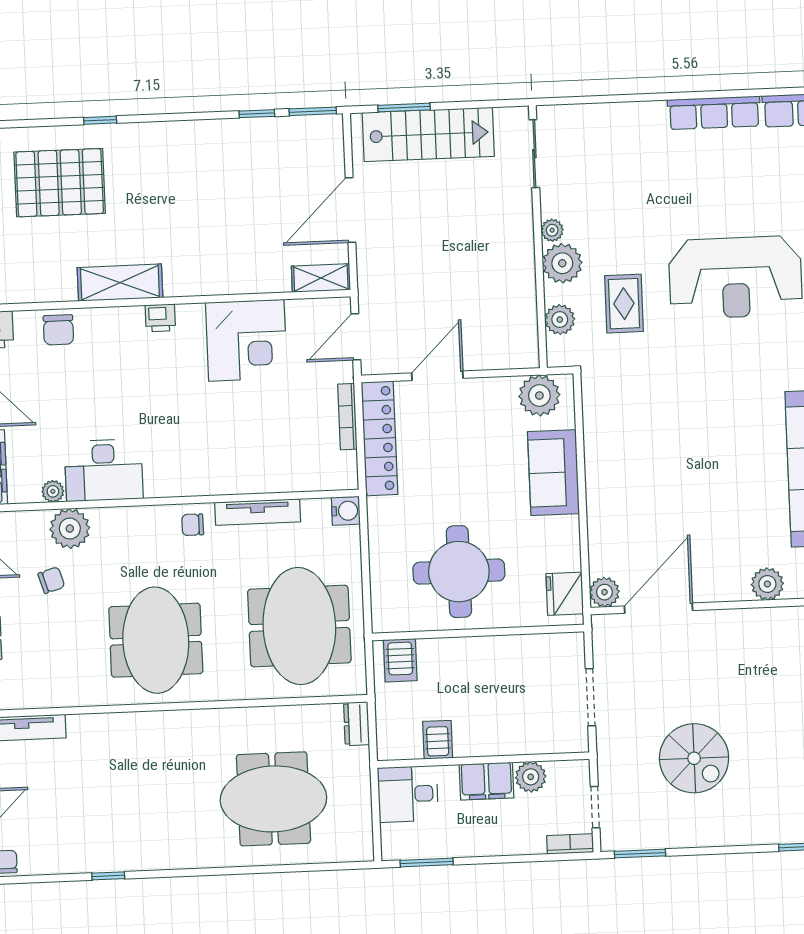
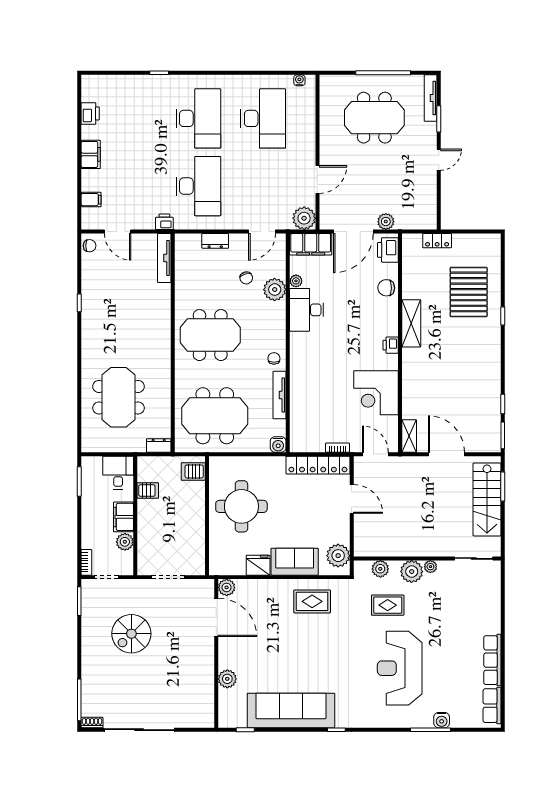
bookcase: (347, 417) -> (337, 448), width x0.64
rug: (623, 439) -> (312, 601), added
fridge: (565, 594) -> (258, 565), moved

